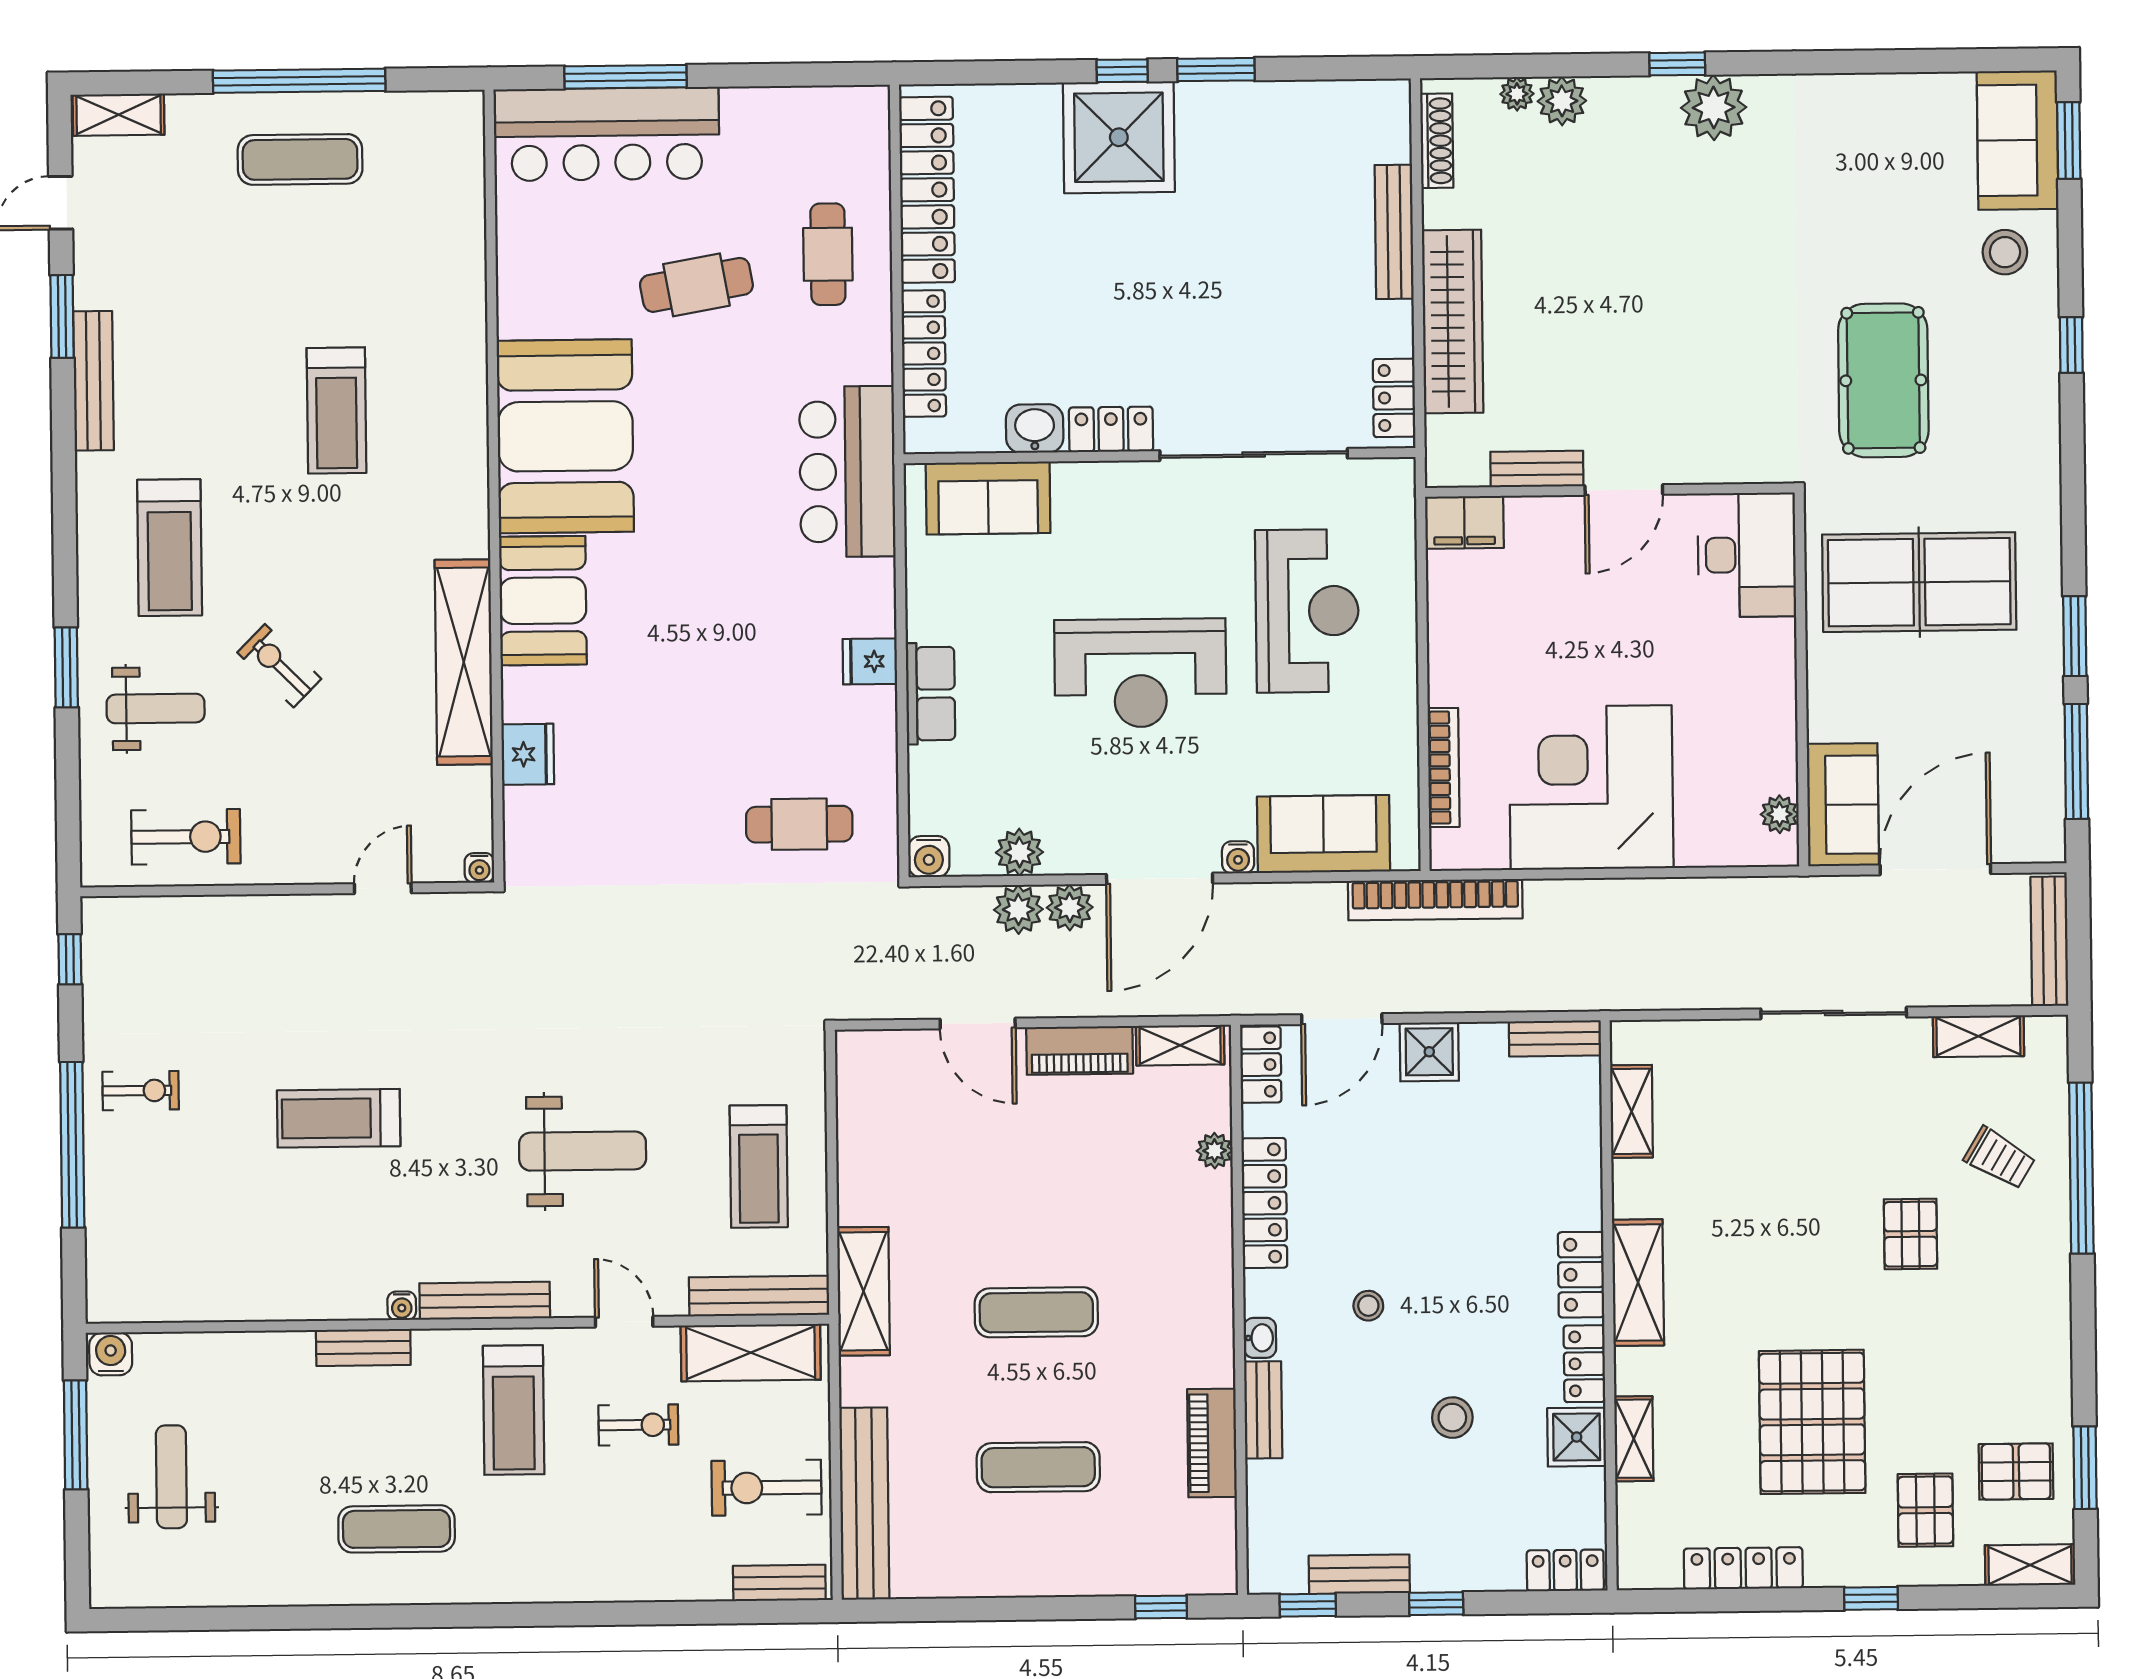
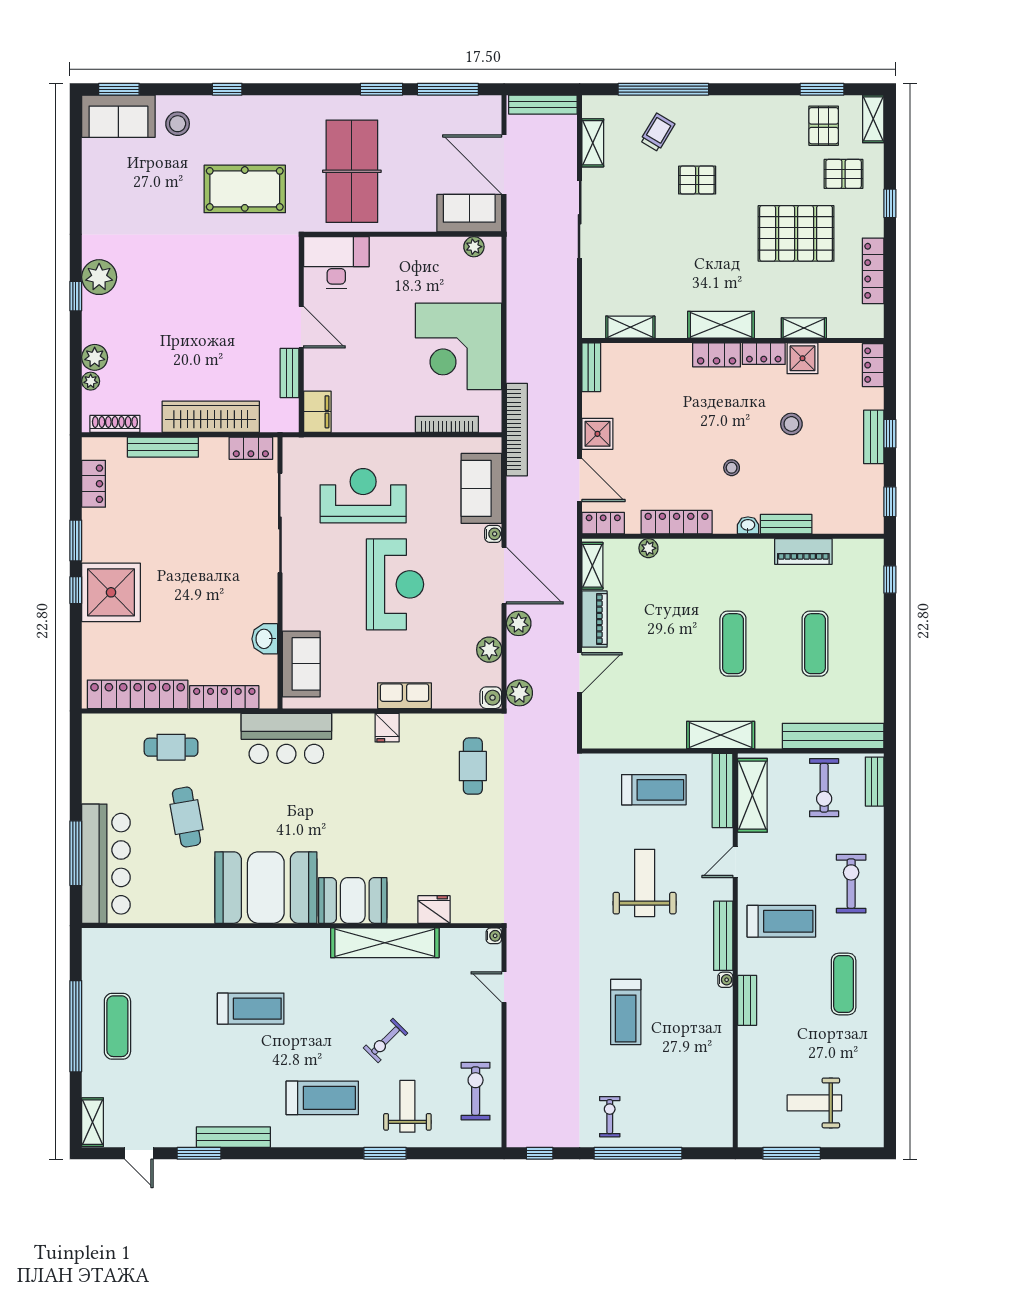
locker: (1111, 429) -> (94, 484), moved, turned 180
plant: (1018, 909) -> (519, 693), moved
water cooler: (111, 1354) -> (749, 1134), removed
exercise bike: (638, 1425) -> (851, 884), moved, width x1.38, depth x1.39
bench: (1359, 1574) -> (874, 437), moved

